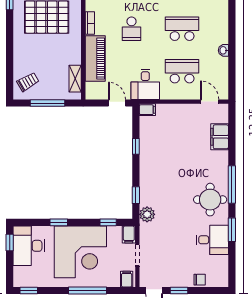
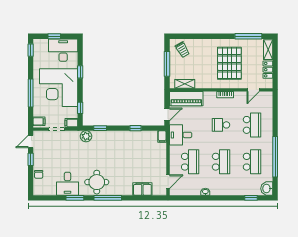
piano: (95, 58) -> (186, 99), moved
window: (10, 242) -> (54, 36), moved

